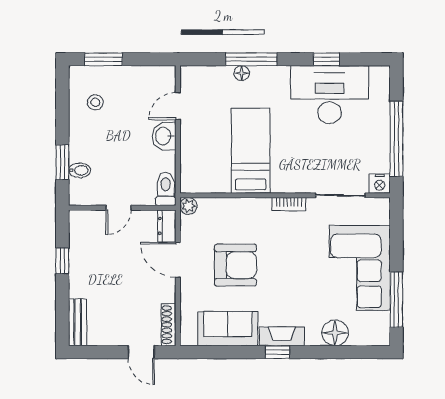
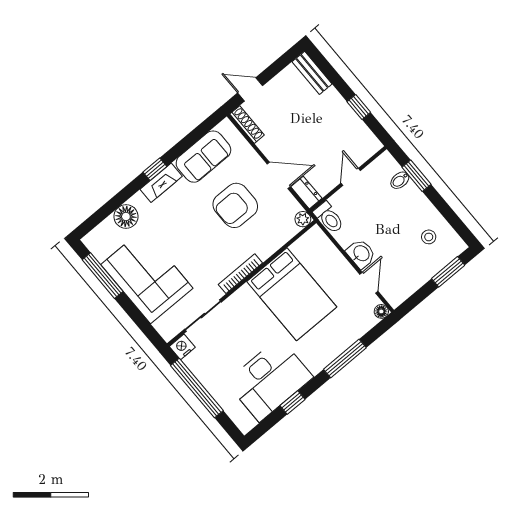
floor lamp: (242, 73) -> (381, 311), moved
bed: (251, 151) -> (292, 294), width x1.50
bookcase: (289, 204) -> (240, 274), width x1.56

